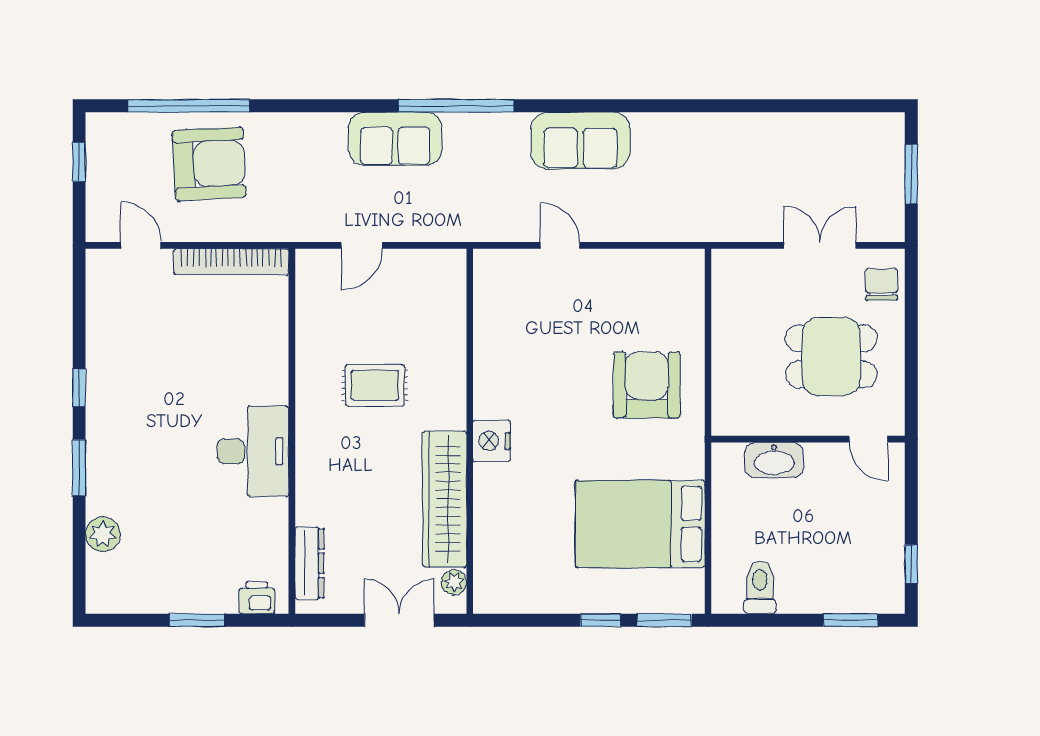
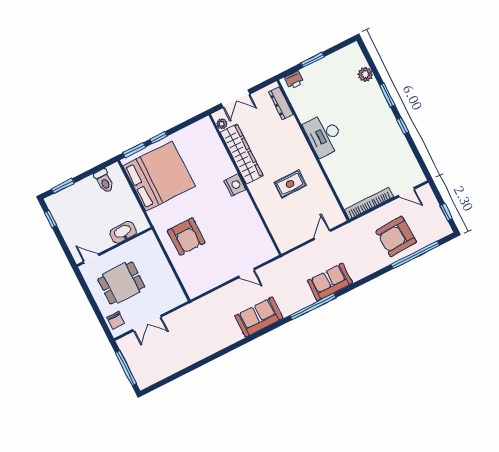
window: (911, 174) -> (126, 368), width x1.44
bed: (640, 524) -> (159, 176), width x1.36

